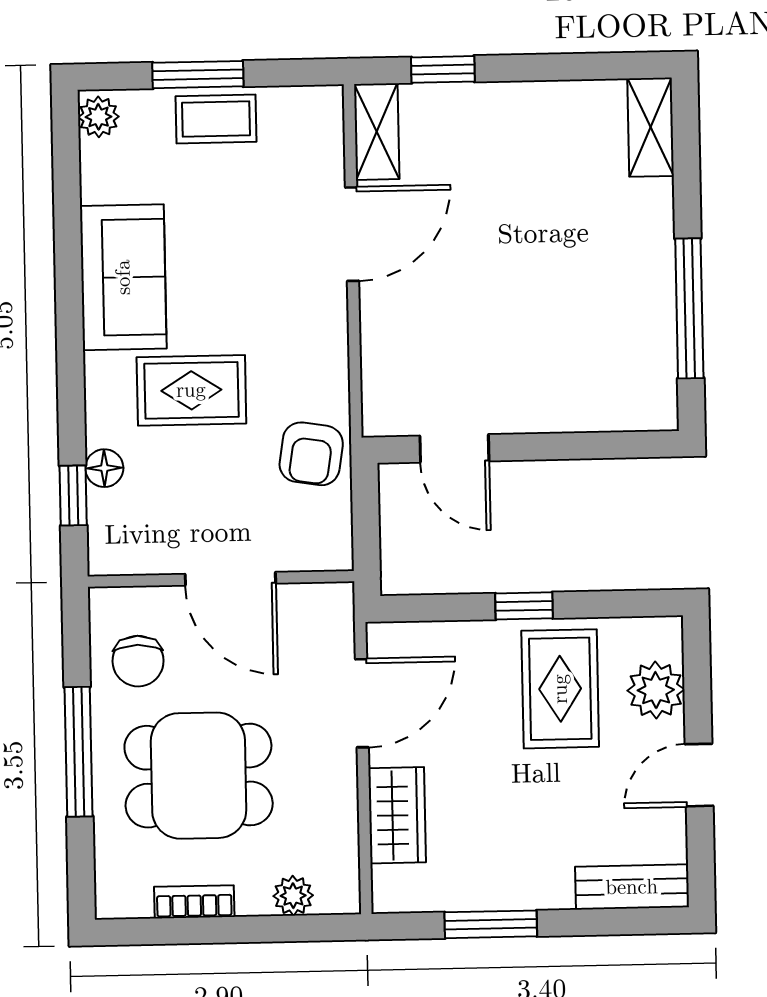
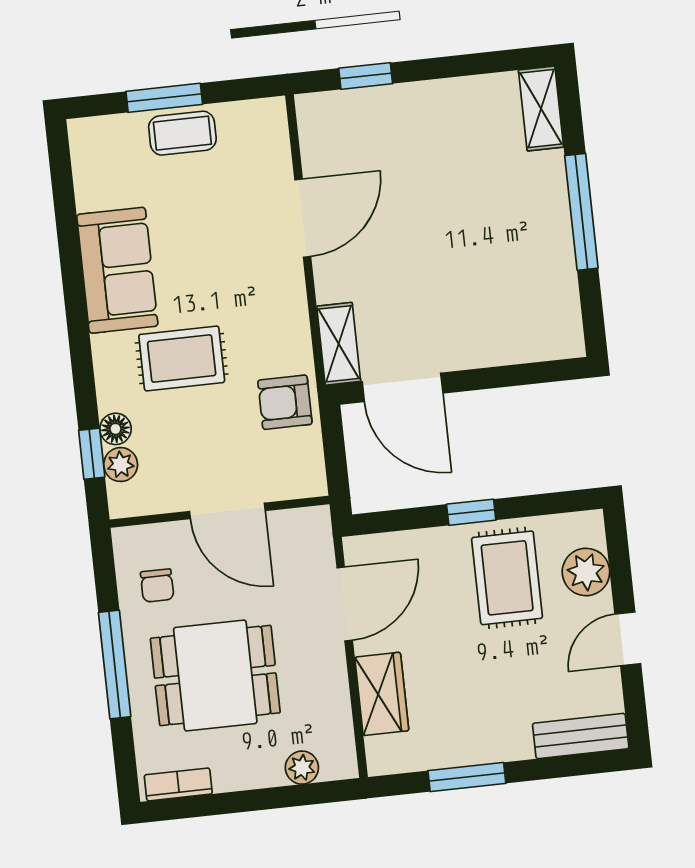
plant: (98, 117) -> (121, 465), moved
shelving: (377, 132) -> (339, 344), moved
window: (689, 308) -> (581, 212), moved
door: (454, 448) -> (403, 387), width x1.37
armchair: (311, 454) -> (285, 402), turned 81
chair: (138, 661) -> (157, 586), width x0.73, depth x0.73
bookcase: (194, 902) -> (178, 784), moved

